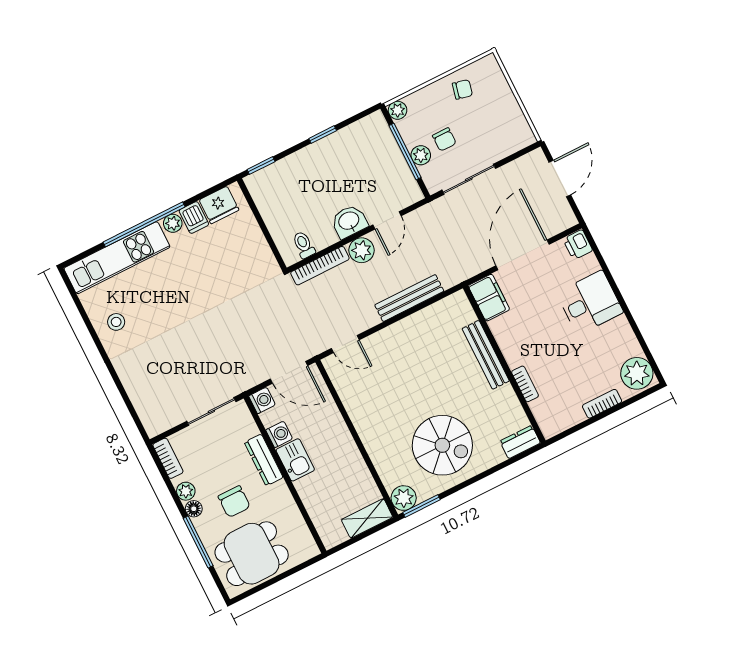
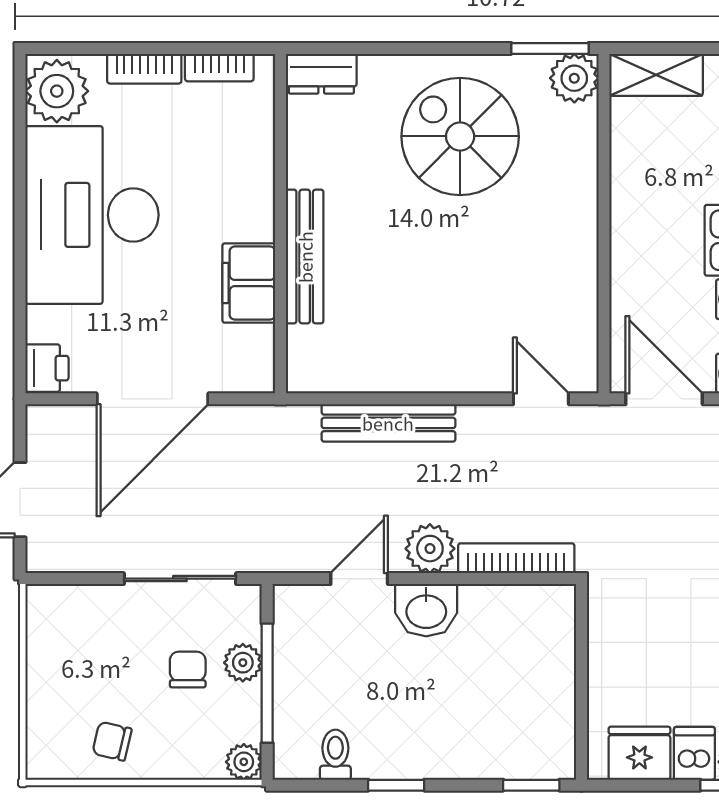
toilet: (304, 245) -> (335, 755), moved, turned 180
filing cabinet: (489, 298) -> (249, 283), moved
desk: (590, 303) -> (92, 215), width x1.87, depth x1.30
bookcase: (525, 384) -> (219, 68), moved, turned -90

